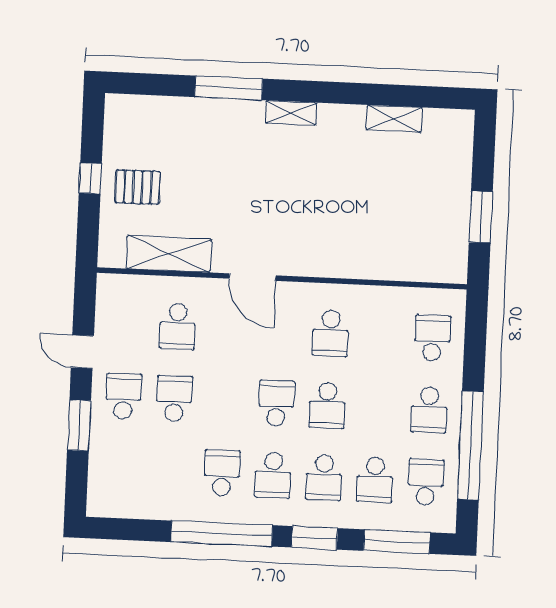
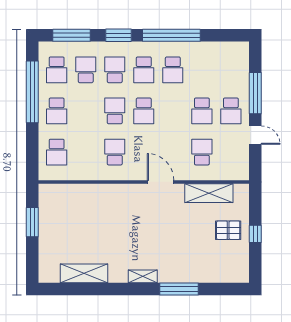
shelving: (394, 119) -> (84, 273), width x1.50, depth x1.33
school desk: (429, 410) -> (57, 111), turned 180
window: (79, 425) -> (255, 93), width x1.44
school desk: (273, 475) -> (144, 70), turned 180

